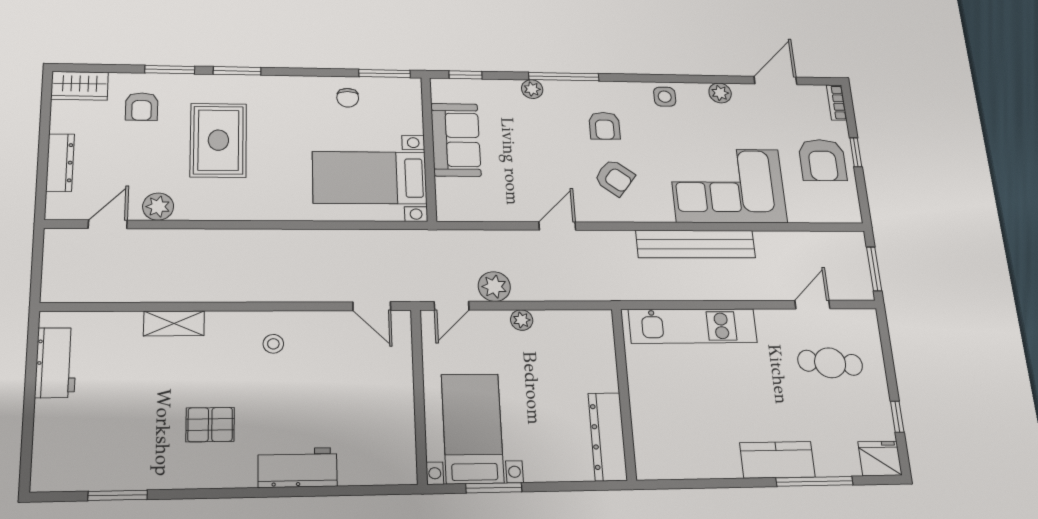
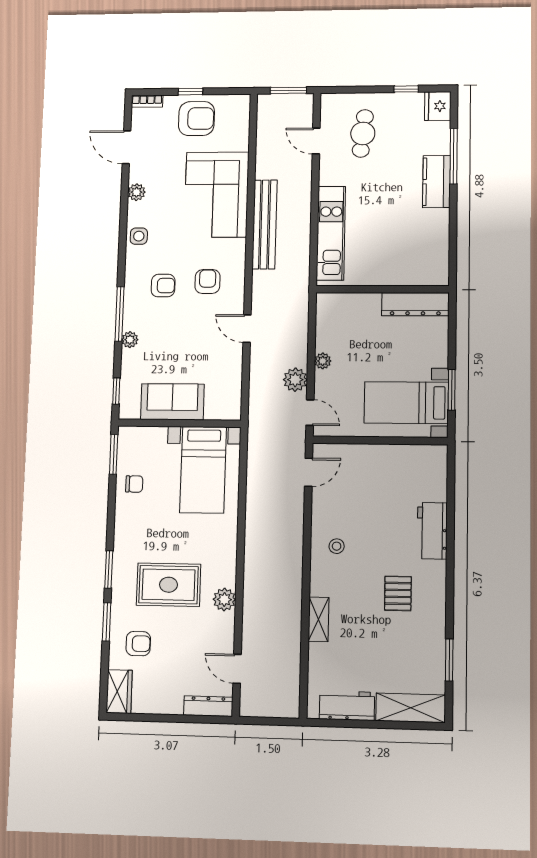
dresser: (60, 163) -> (208, 706), moved
armchair: (614, 178) -> (208, 281), turned -37
plant: (158, 207) -> (224, 599), moved
shelving: (51, 446) -> (411, 708), added

